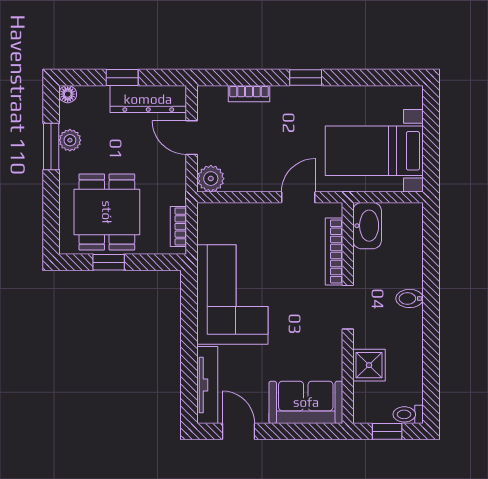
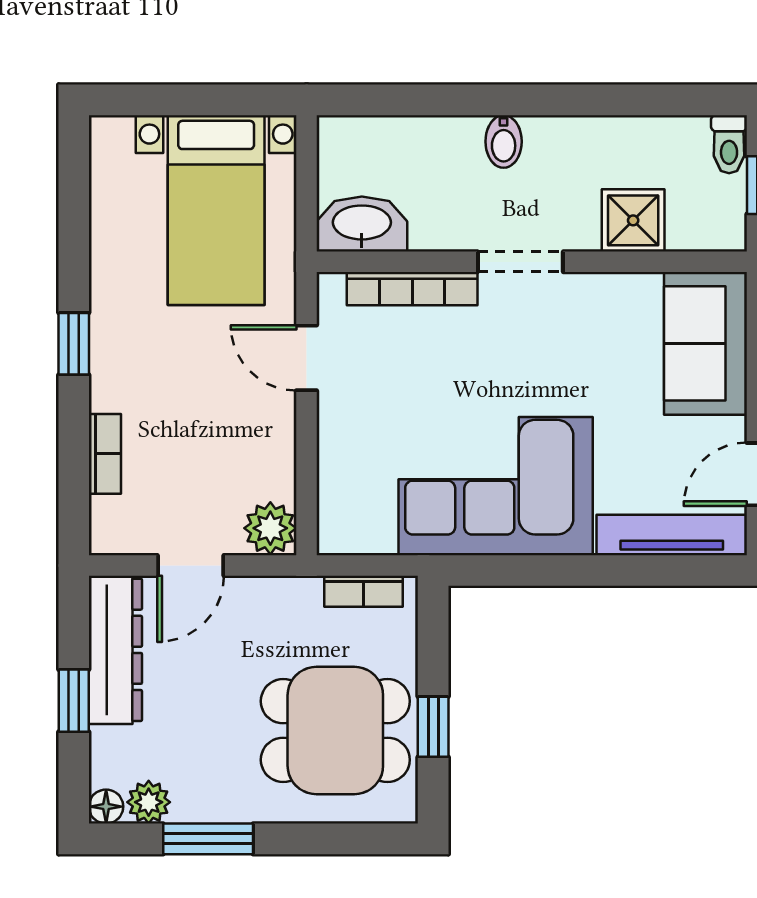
plant: (70, 140) -> (149, 802), moved

